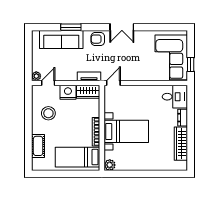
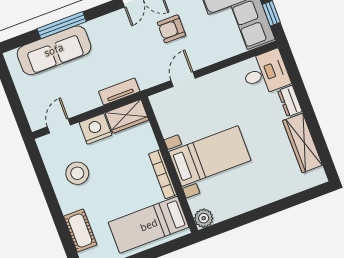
window: (71, 27) -> (62, 25), width x1.44
armchair: (98, 39) -> (171, 29), moved
plant: (36, 76) -> (37, 122), removed
door: (113, 83) -> (183, 79), moved

